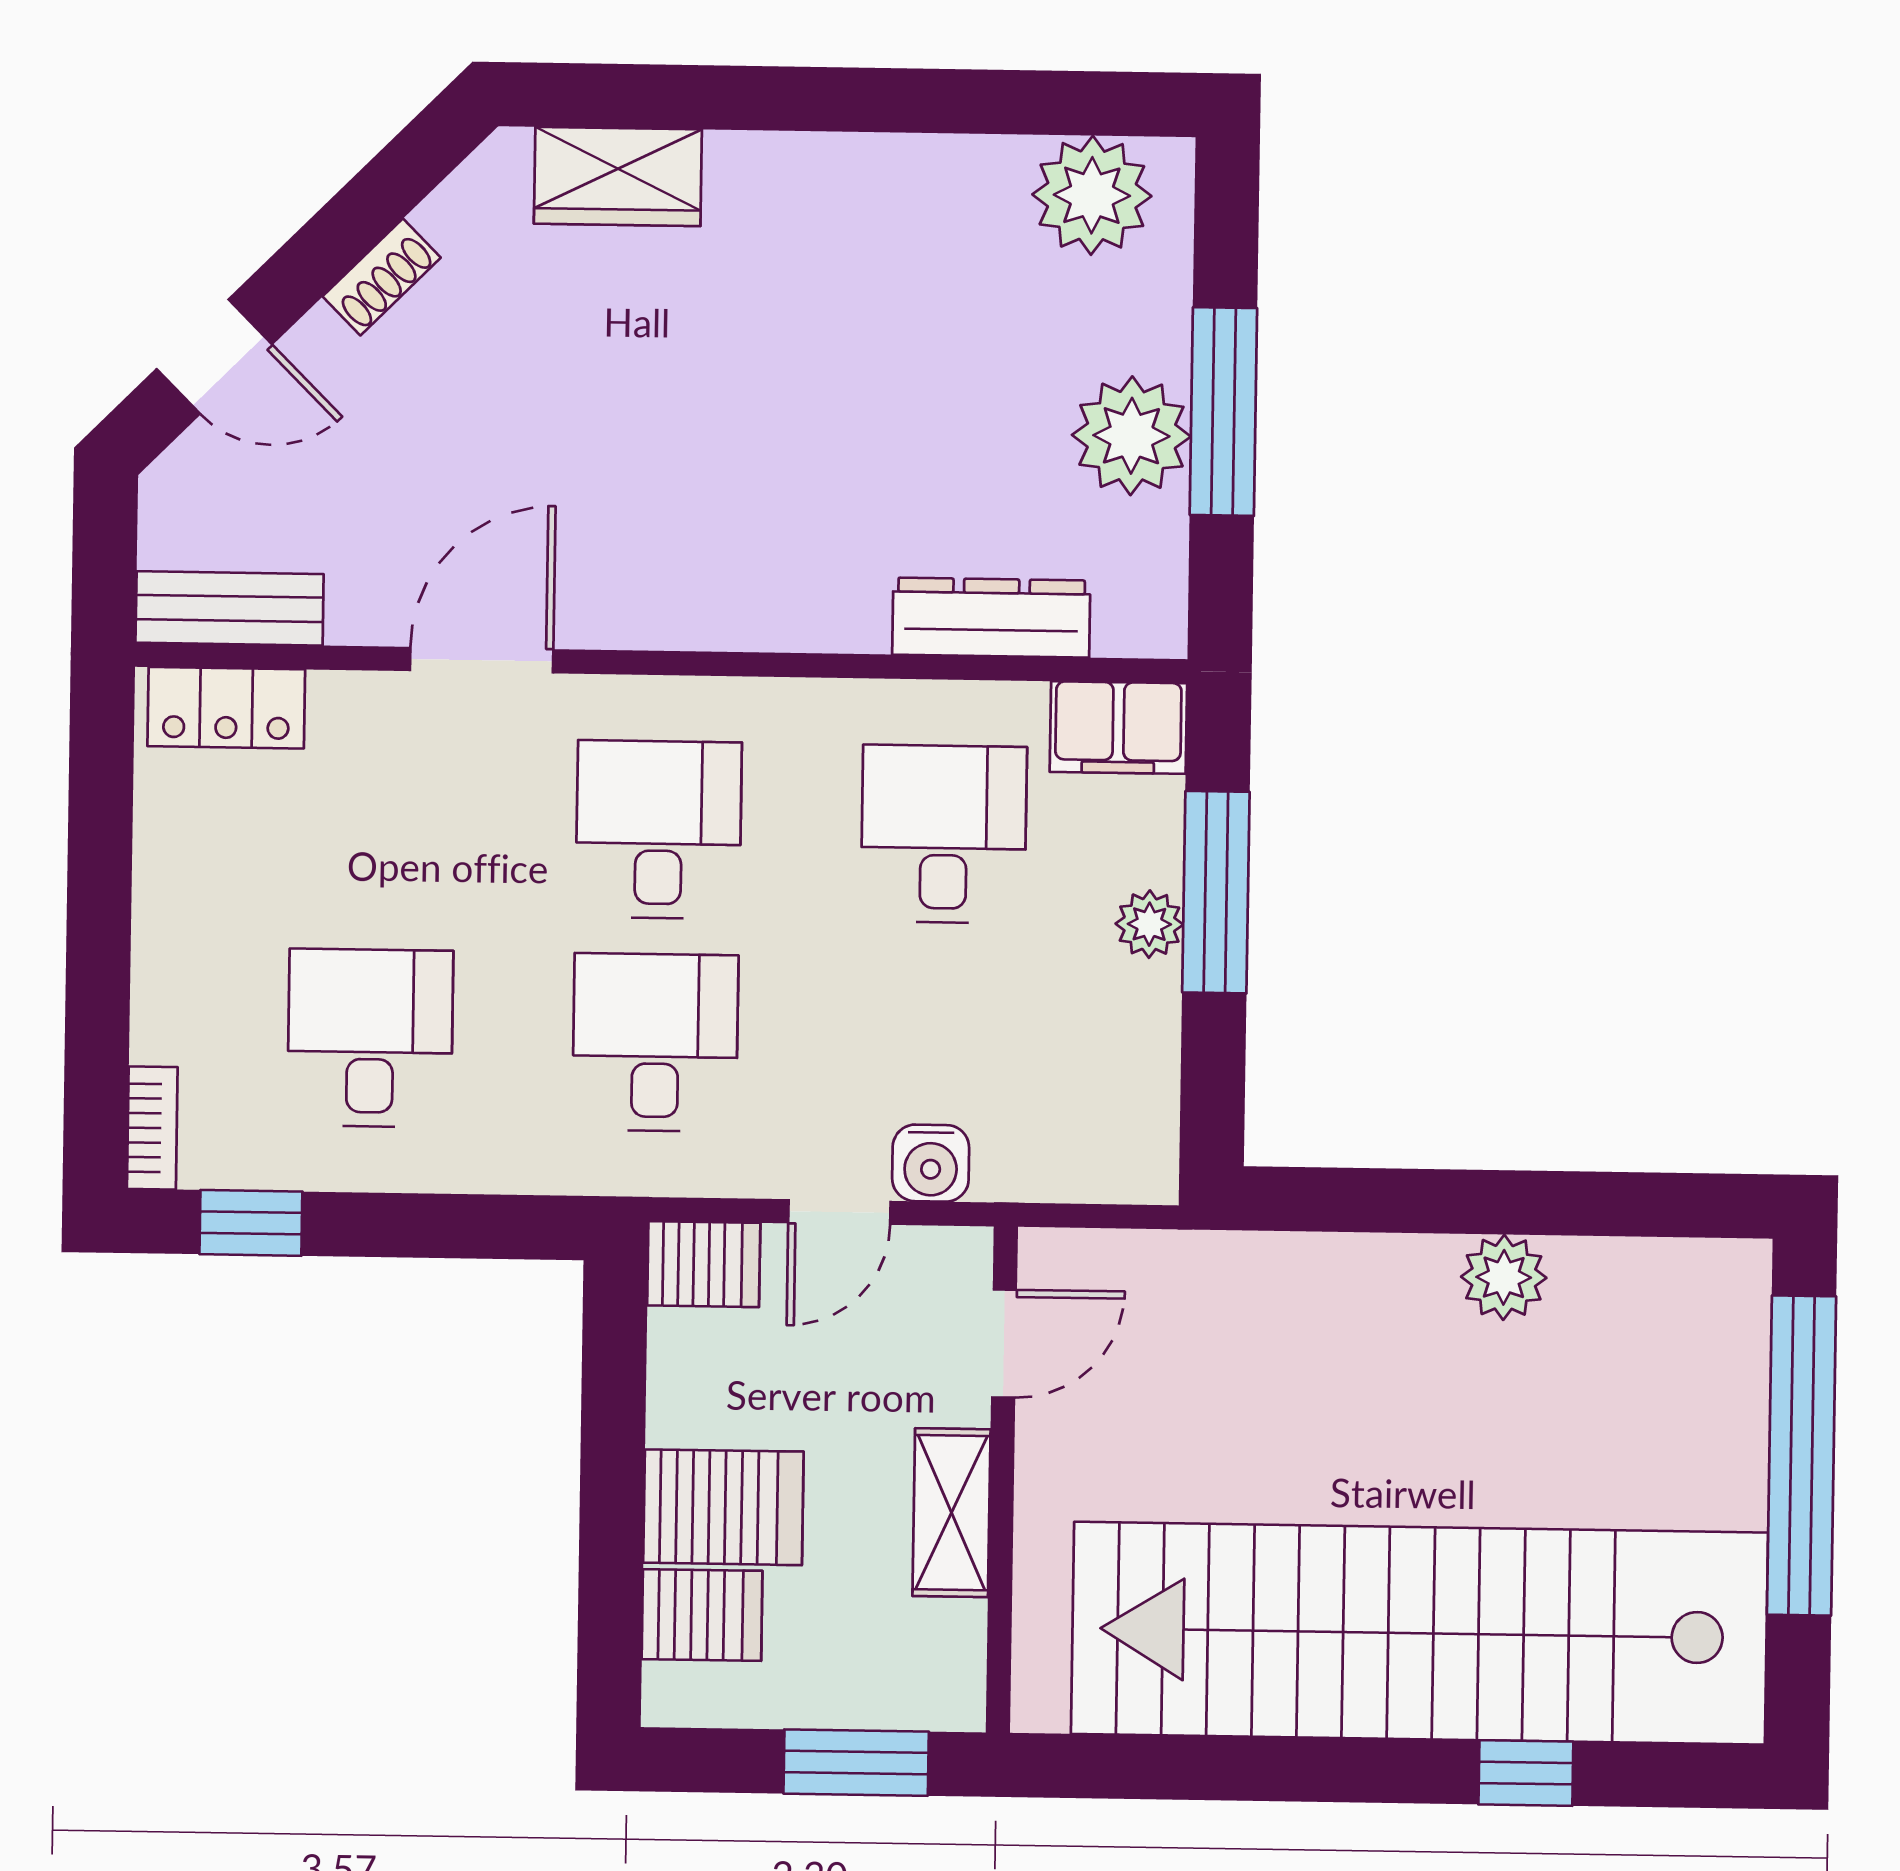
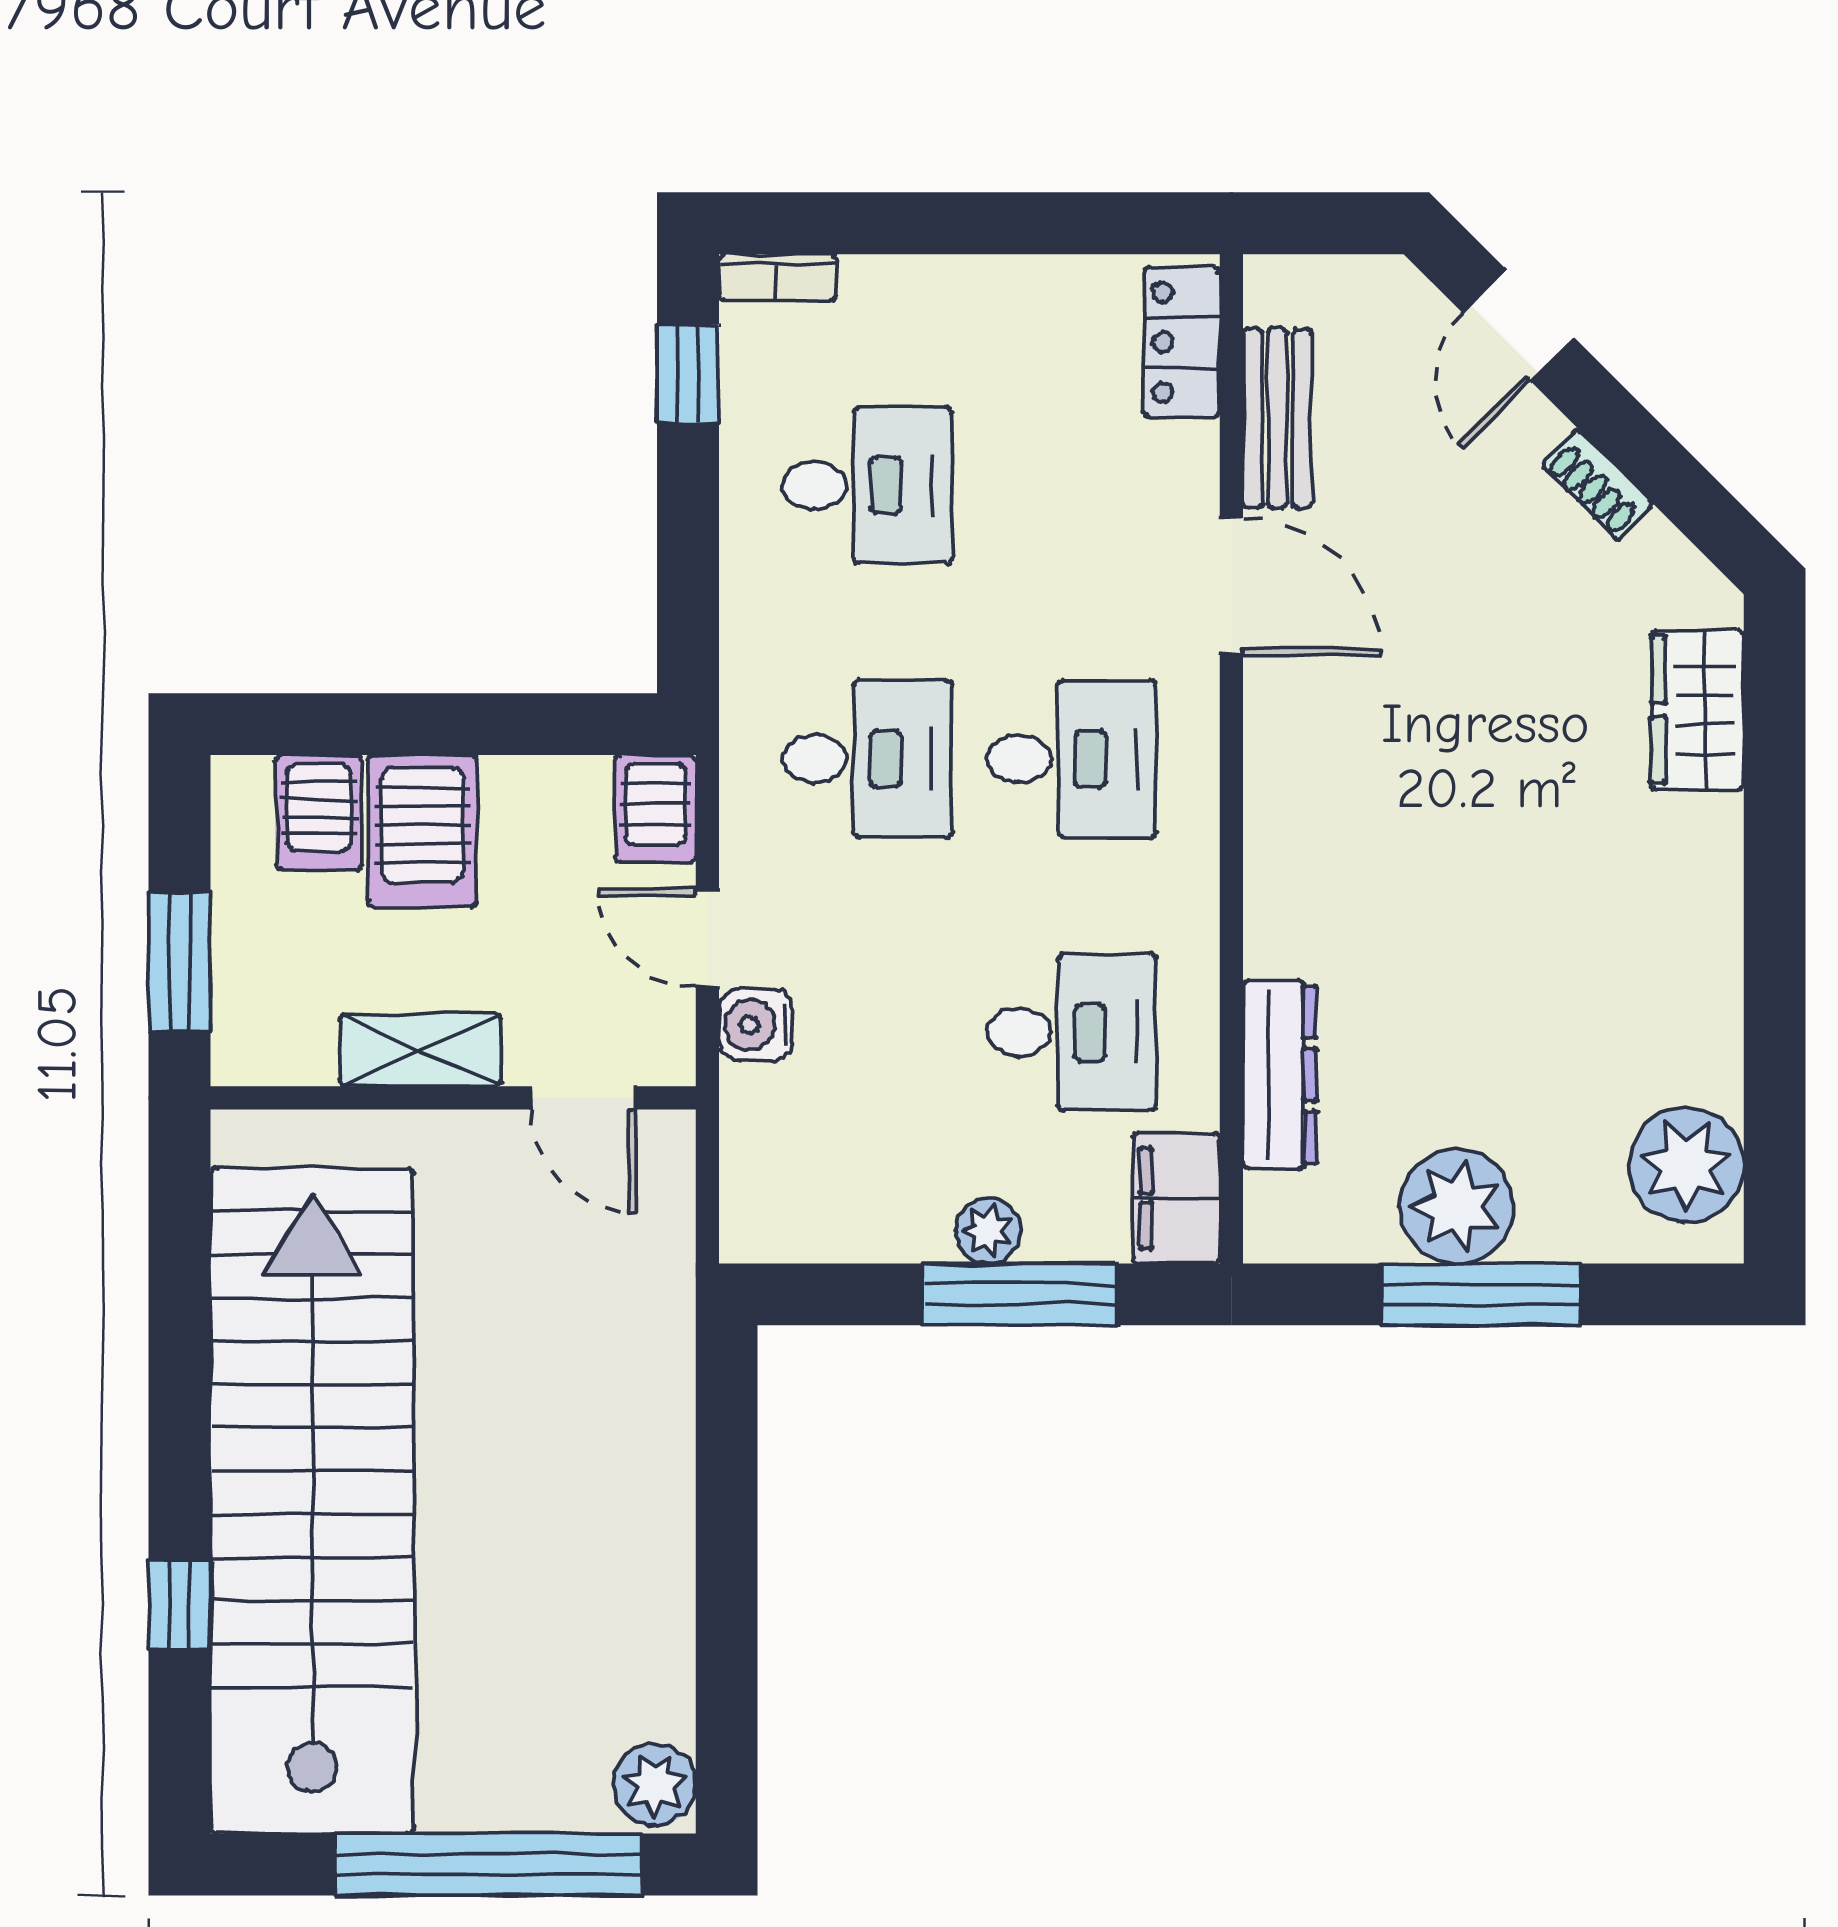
bench: (230, 608) -> (1277, 418), moved
plant: (1504, 1277) -> (655, 1785), moved

